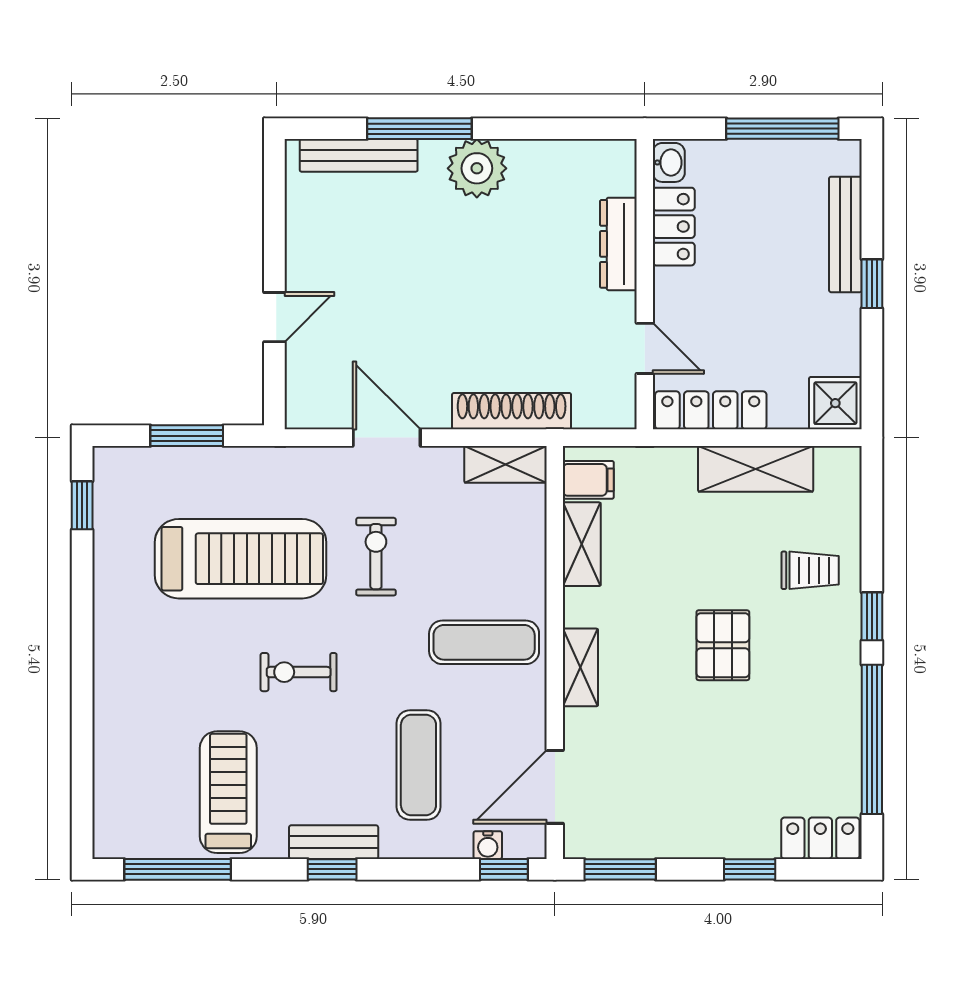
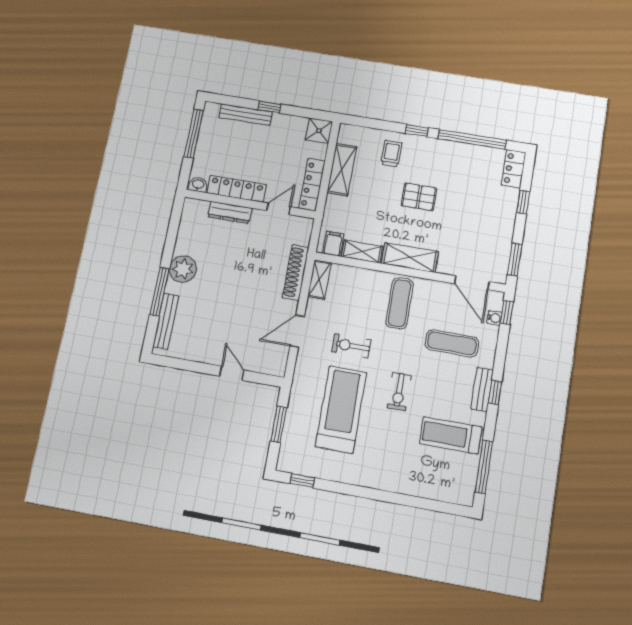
locker: (674, 227) -> (237, 189), width x1.53
shelving: (580, 667) -> (410, 258), width x1.50, depth x1.33

